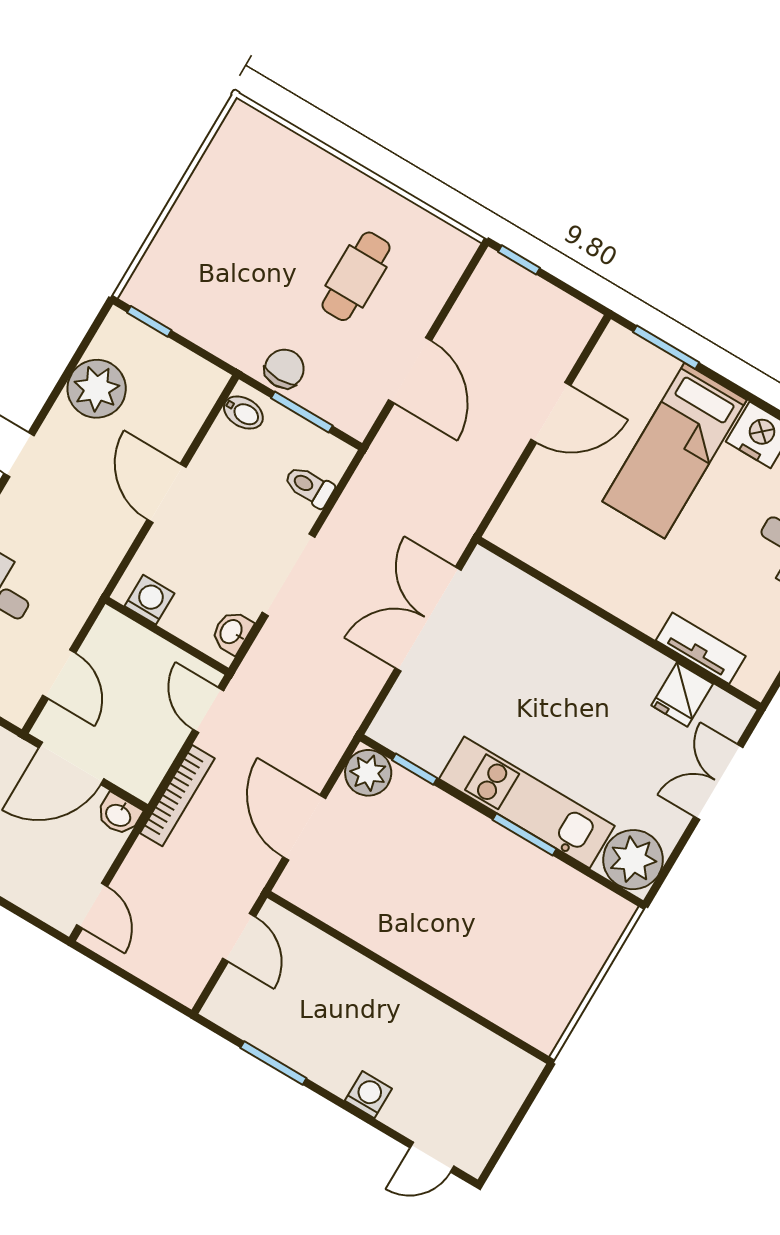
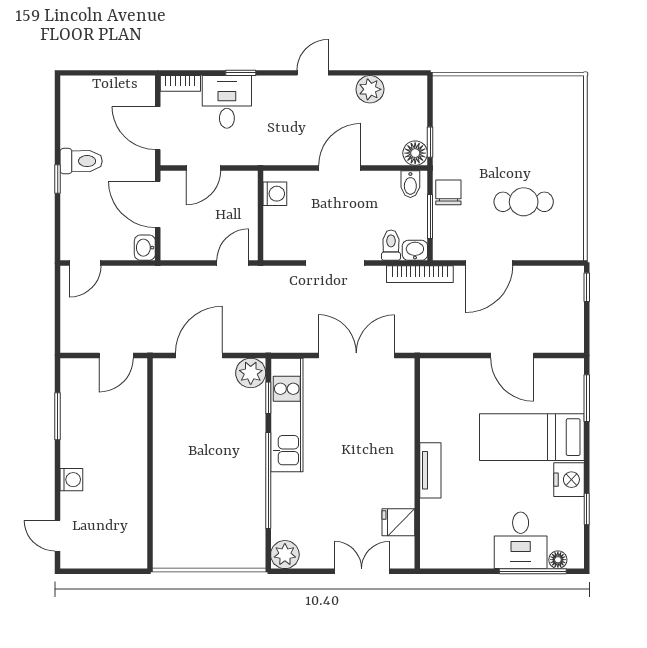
window: (149, 321) -> (430, 142), moved
chair: (284, 369) -> (448, 192), turned -90
floor lamp: (206, 382) -> (415, 153), added
plant: (97, 389) -> (370, 89), width x0.73, depth x0.73
washbasin: (232, 632) -> (415, 250), moved
tv unit: (701, 648) -> (430, 470), moved
bookcase: (177, 796) -> (420, 274), moved
kitchen unit: (527, 802) -> (287, 415), moved
window: (524, 834) -> (268, 480), width x2.11
plant: (633, 860) -> (285, 555), width x0.73, depth x0.73

